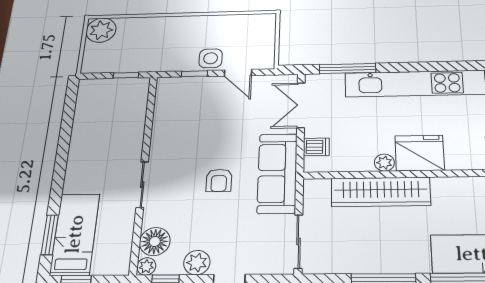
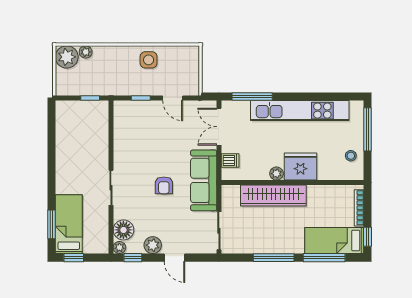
plant: (126, 24) -> (86, 52), added
side table: (211, 58) -> (149, 60), moved

